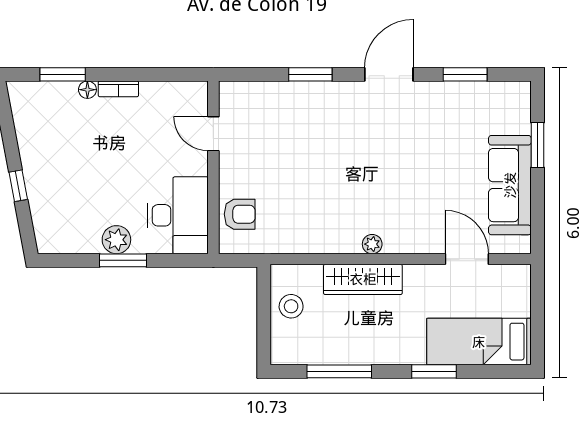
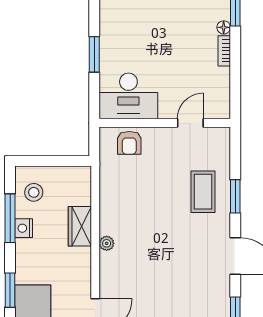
coffee table: (304, 117) -> (203, 192), added
plant: (116, 240) -> (110, 49), removed
wardrobe: (363, 279) -> (80, 226), width x0.67
stool: (291, 306) -> (34, 192), moved
nightstand: (352, 353) -> (24, 228), added

